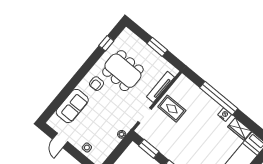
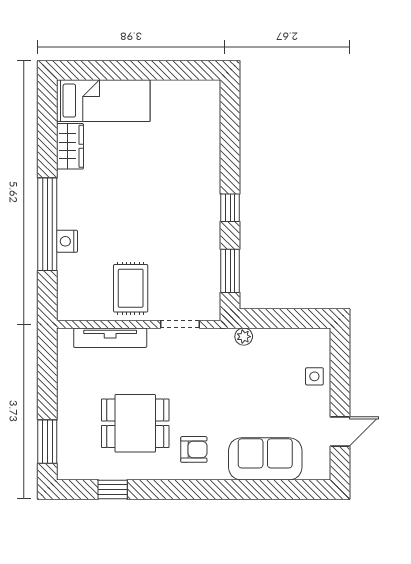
window: (157, 47) -> (47, 442), moved
dining table: (123, 71) -> (135, 423), width x0.73
nightstand: (225, 115) -> (67, 241), moved

